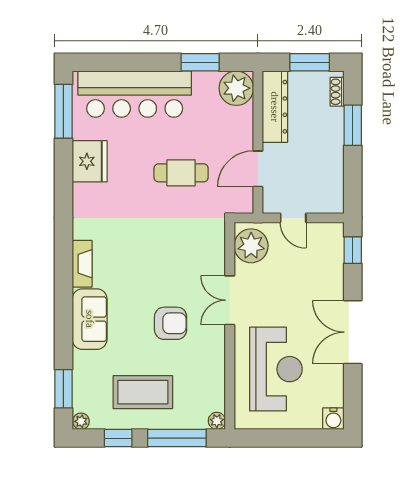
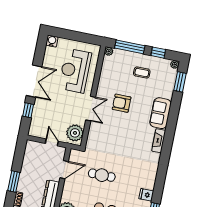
fridge: (90, 161) -> (146, 195), width x0.53, depth x0.75
window: (353, 250) -> (28, 110), moved
coffee table: (143, 392) -> (142, 73), width x0.54, depth x0.58

